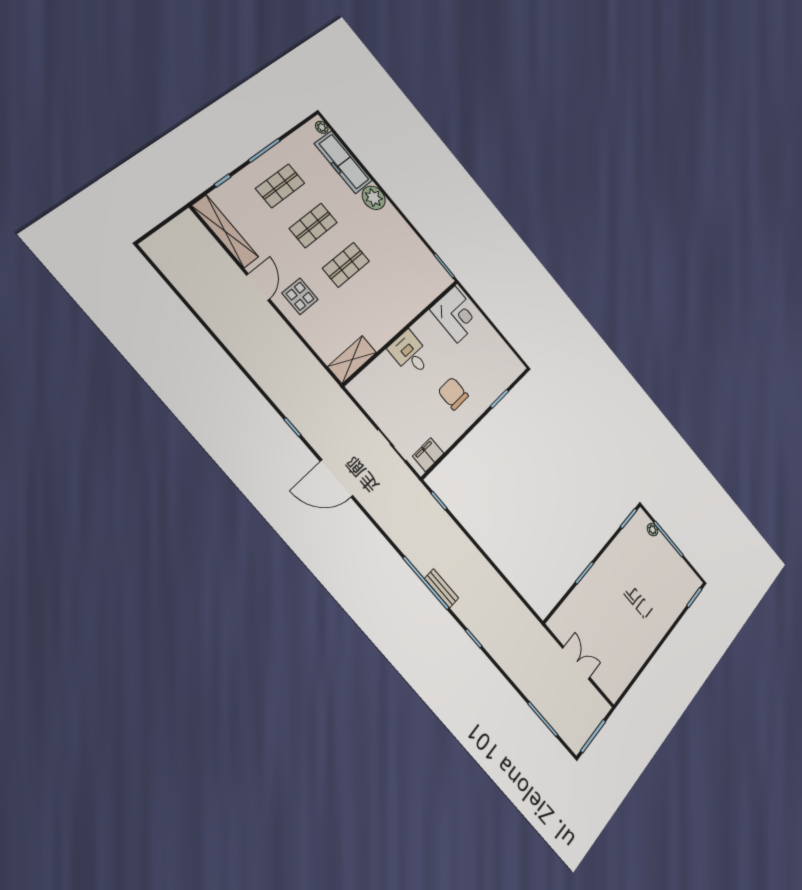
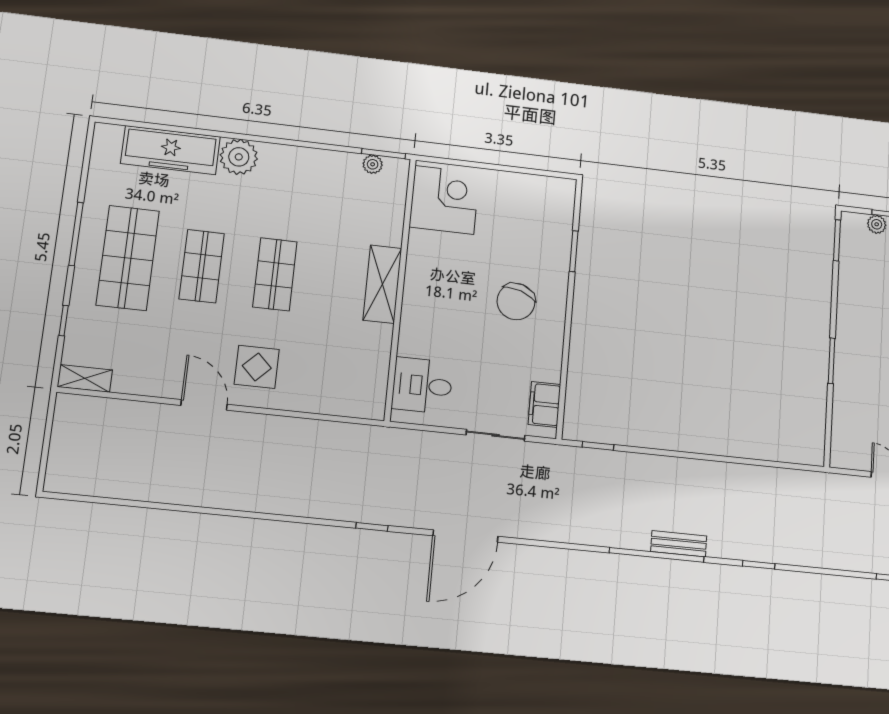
plant: (322, 127) -> (373, 164), moved
shop shelf: (280, 186) -> (128, 258), width x1.43, depth x1.36
shelving: (225, 231) -> (85, 378), width x0.45, depth x0.75
desk: (410, 354) -> (422, 385), moved
shelving: (352, 359) -> (382, 284), moved
chair: (453, 394) -> (516, 301), turned -71

